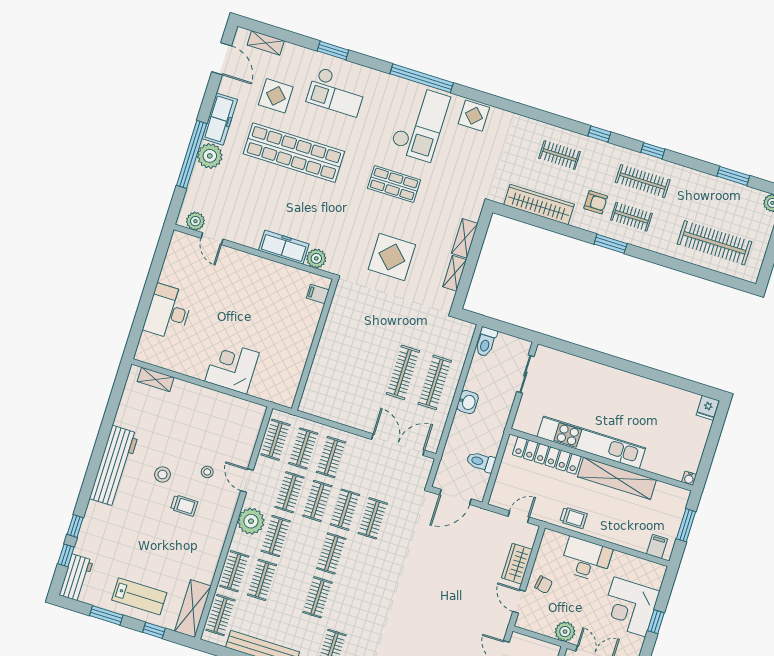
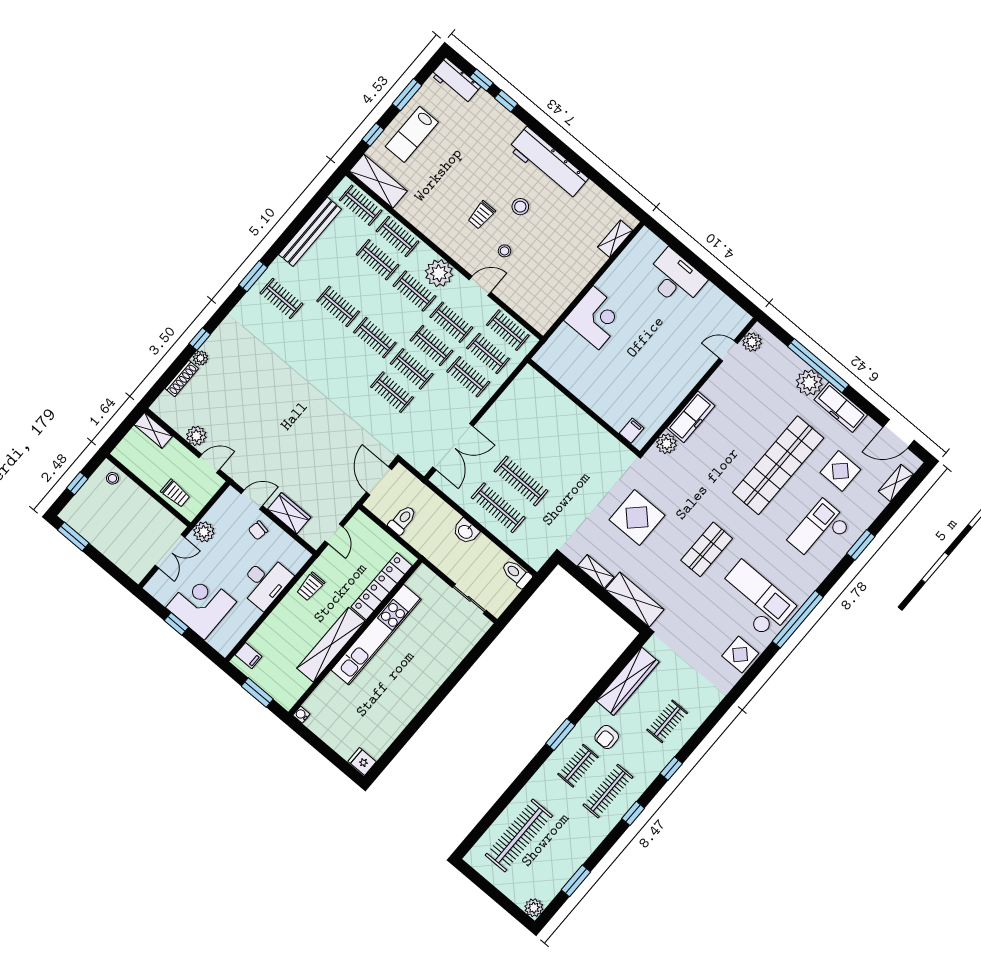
checkout: (420, 123) -> (755, 599), turned 180
shelving: (465, 238) -> (635, 600), width x1.50, depth x1.33

